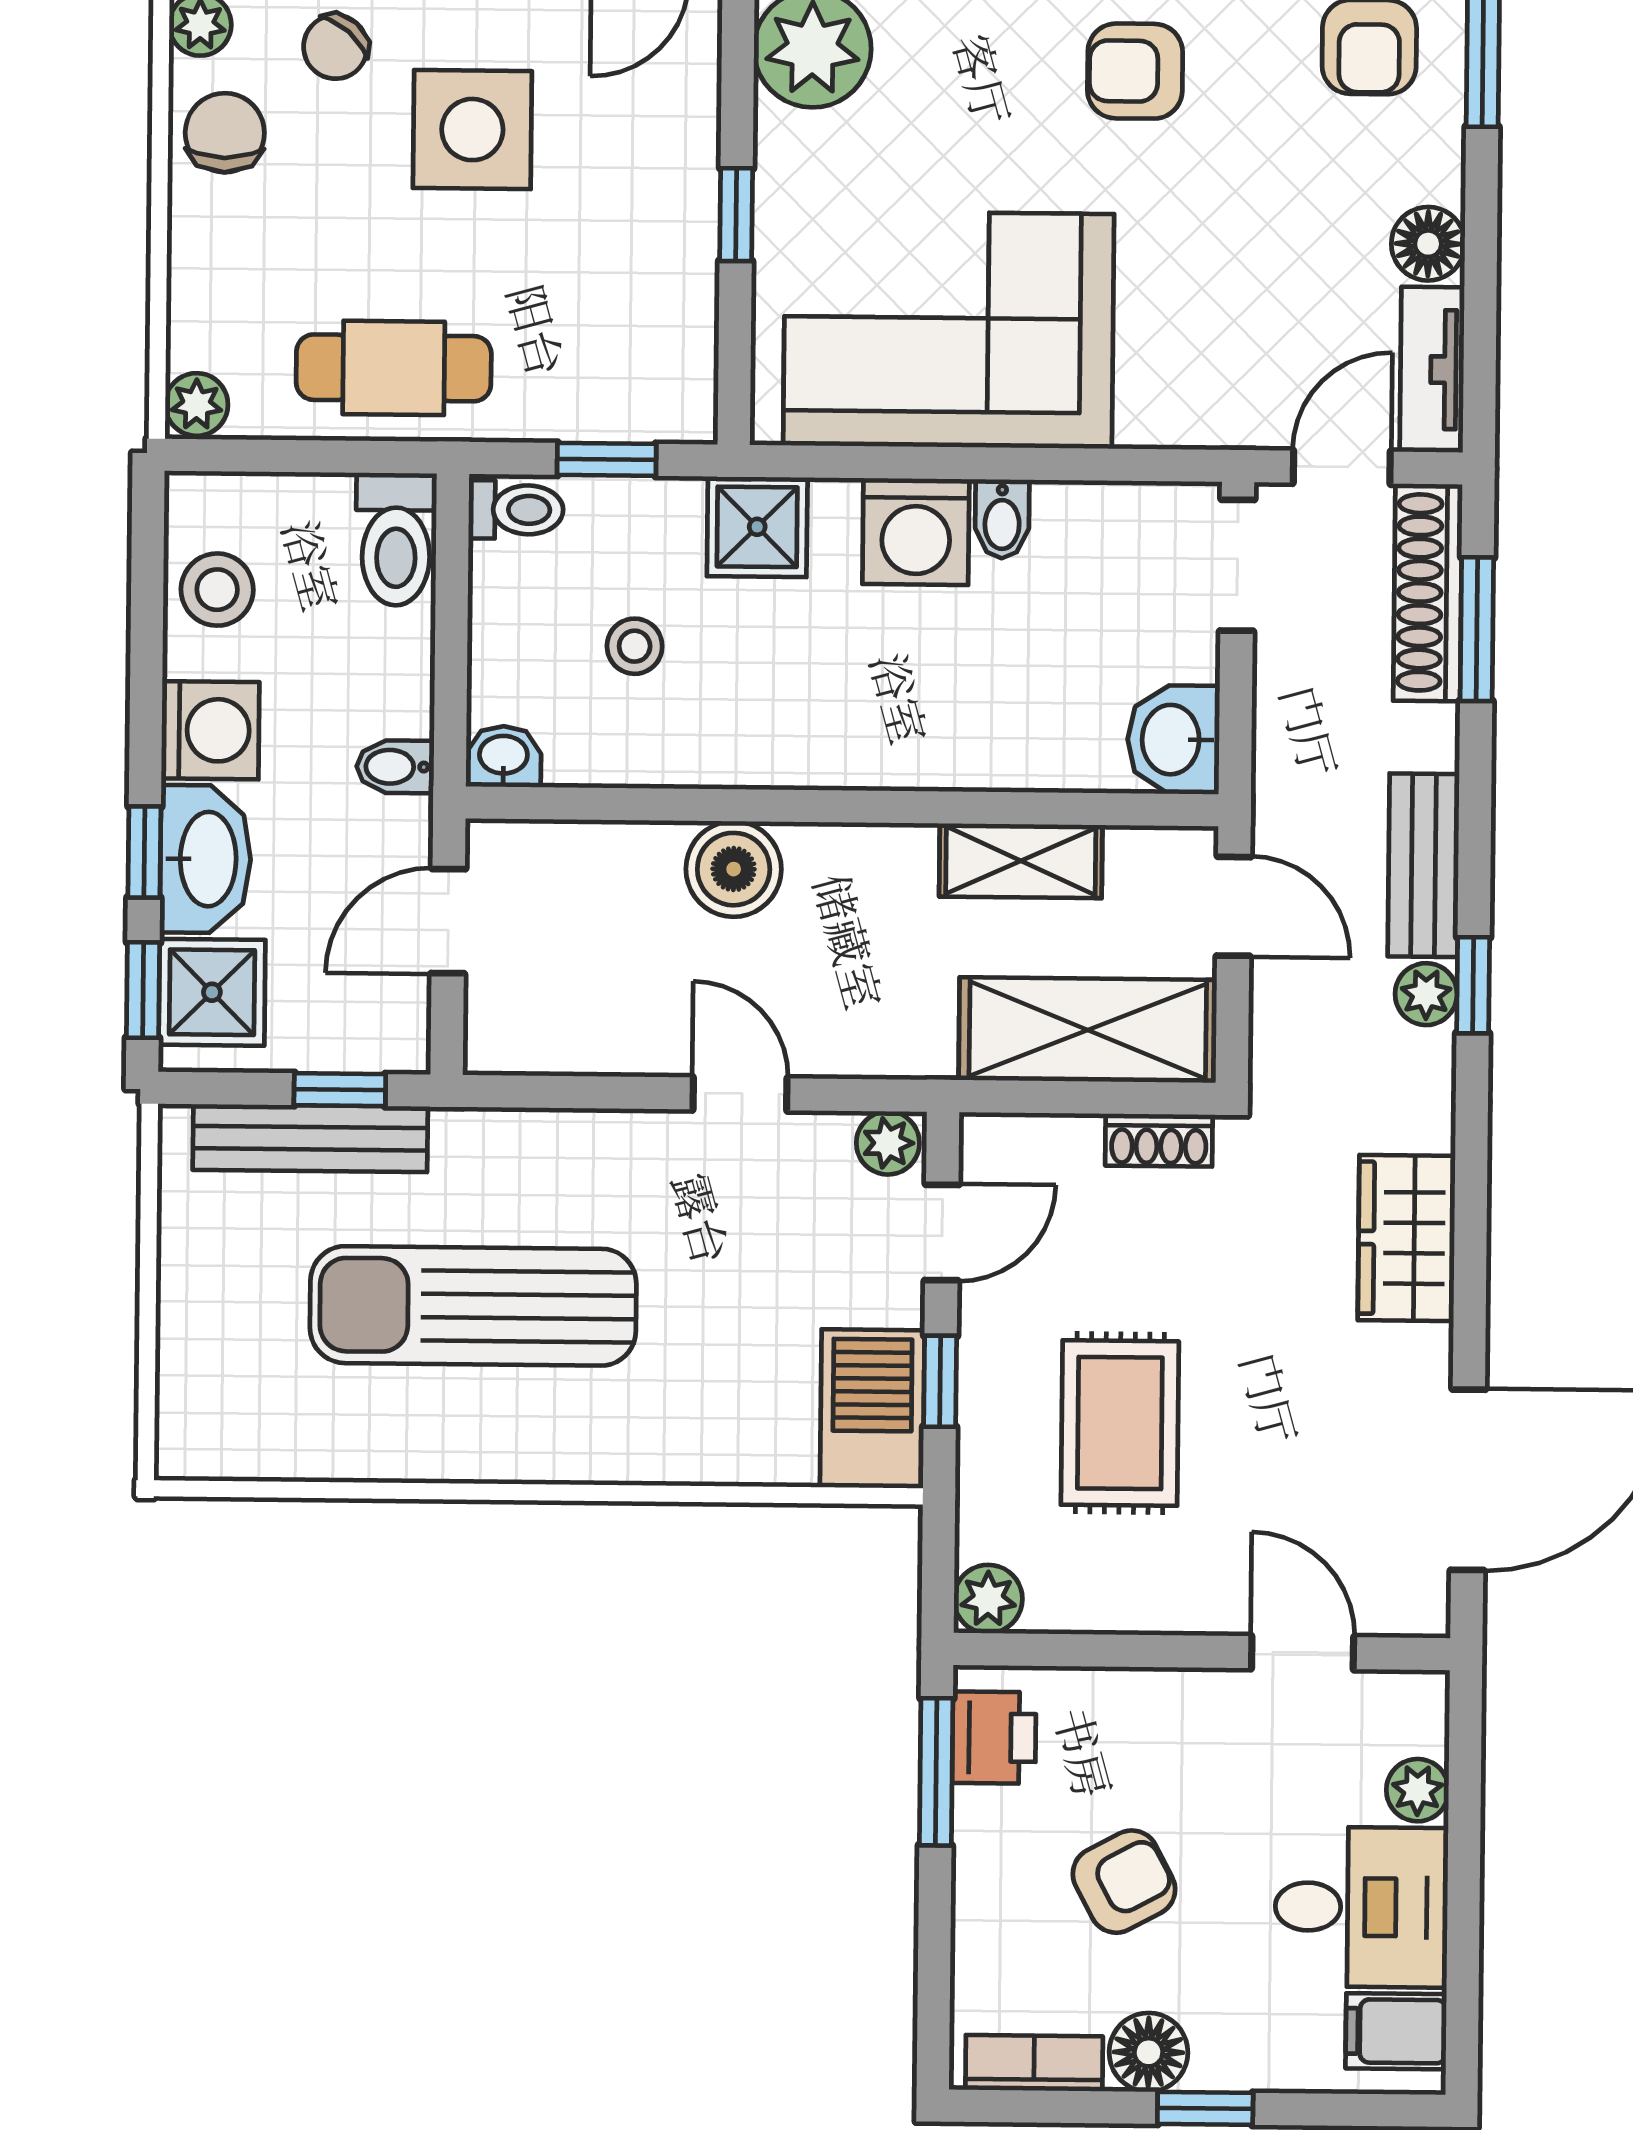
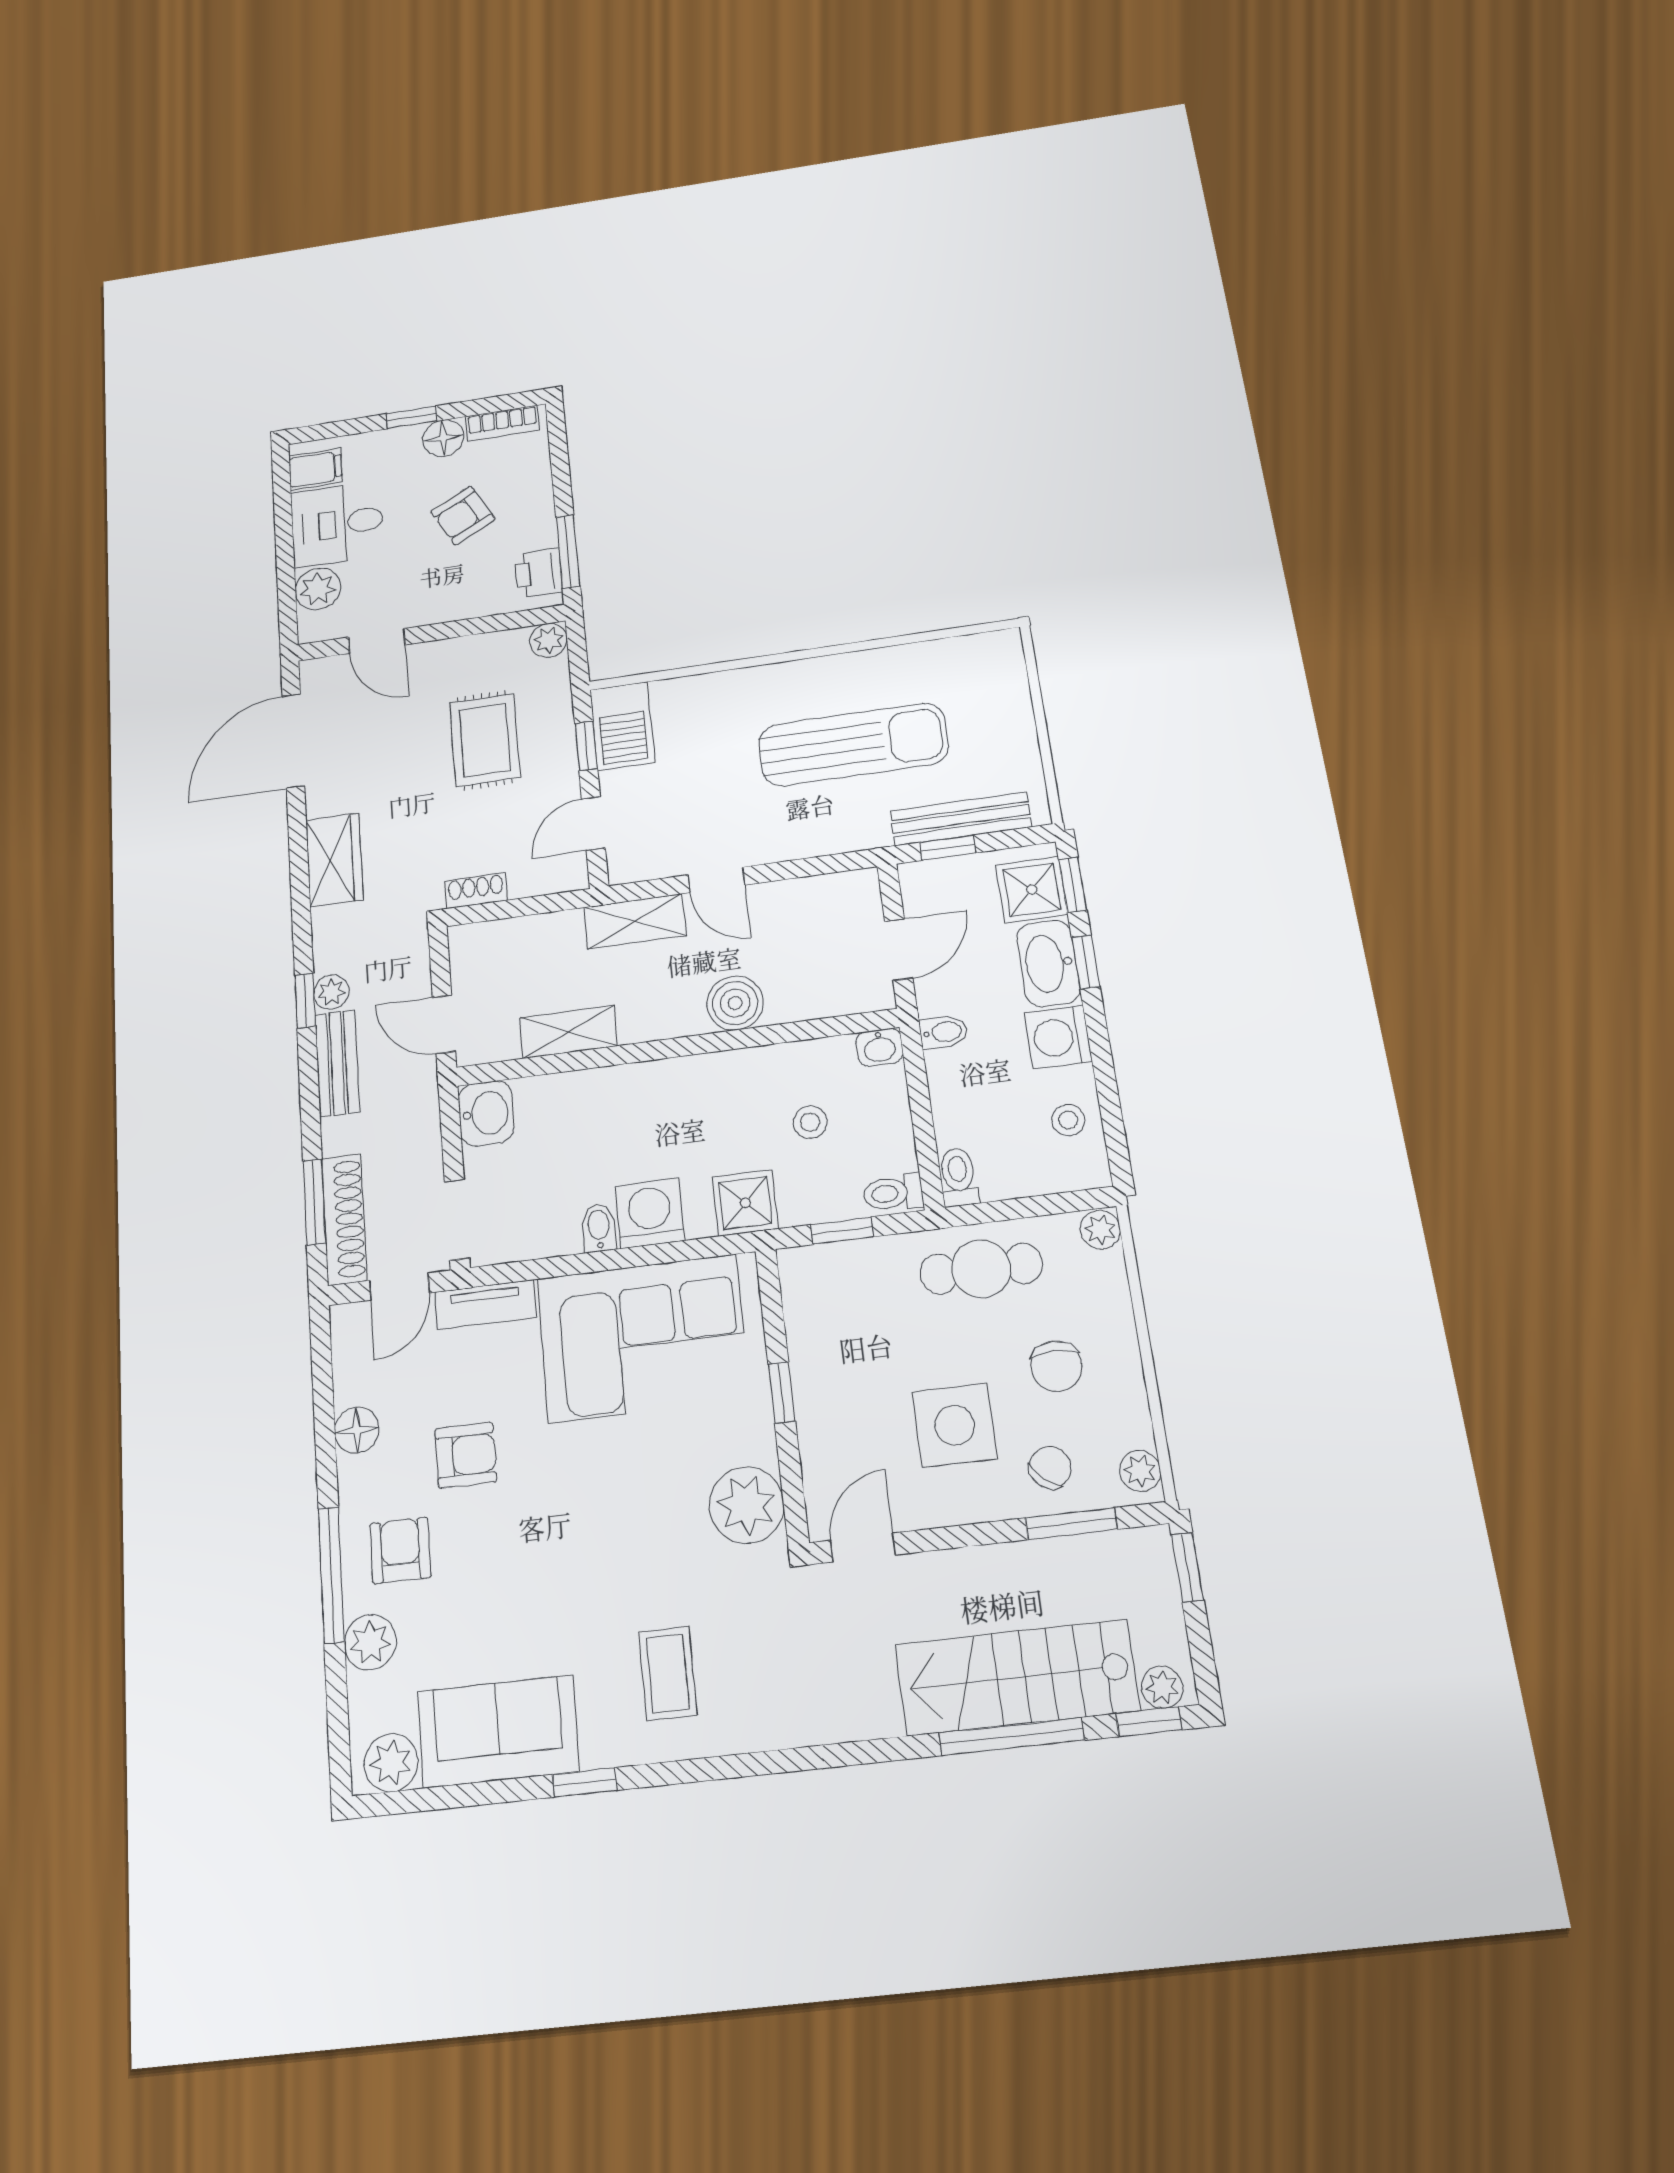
armchair: (1135, 71) -> (466, 1455), moved
chair: (225, 133) -> (1056, 1366), moved
tv unit: (1432, 370) -> (485, 1305), moved, turned 90
toilet: (396, 539) -> (959, 1177), width x0.73, depth x0.72
stool: (217, 590) -> (1068, 1120), width x0.73, depth x0.73
shelving: (1088, 1030) -> (635, 921), moved, width x0.67, depth x0.75
plant: (888, 1143) -> (629, 866), removed
plant: (1418, 1790) -> (318, 589), width x1.38, depth x1.38

